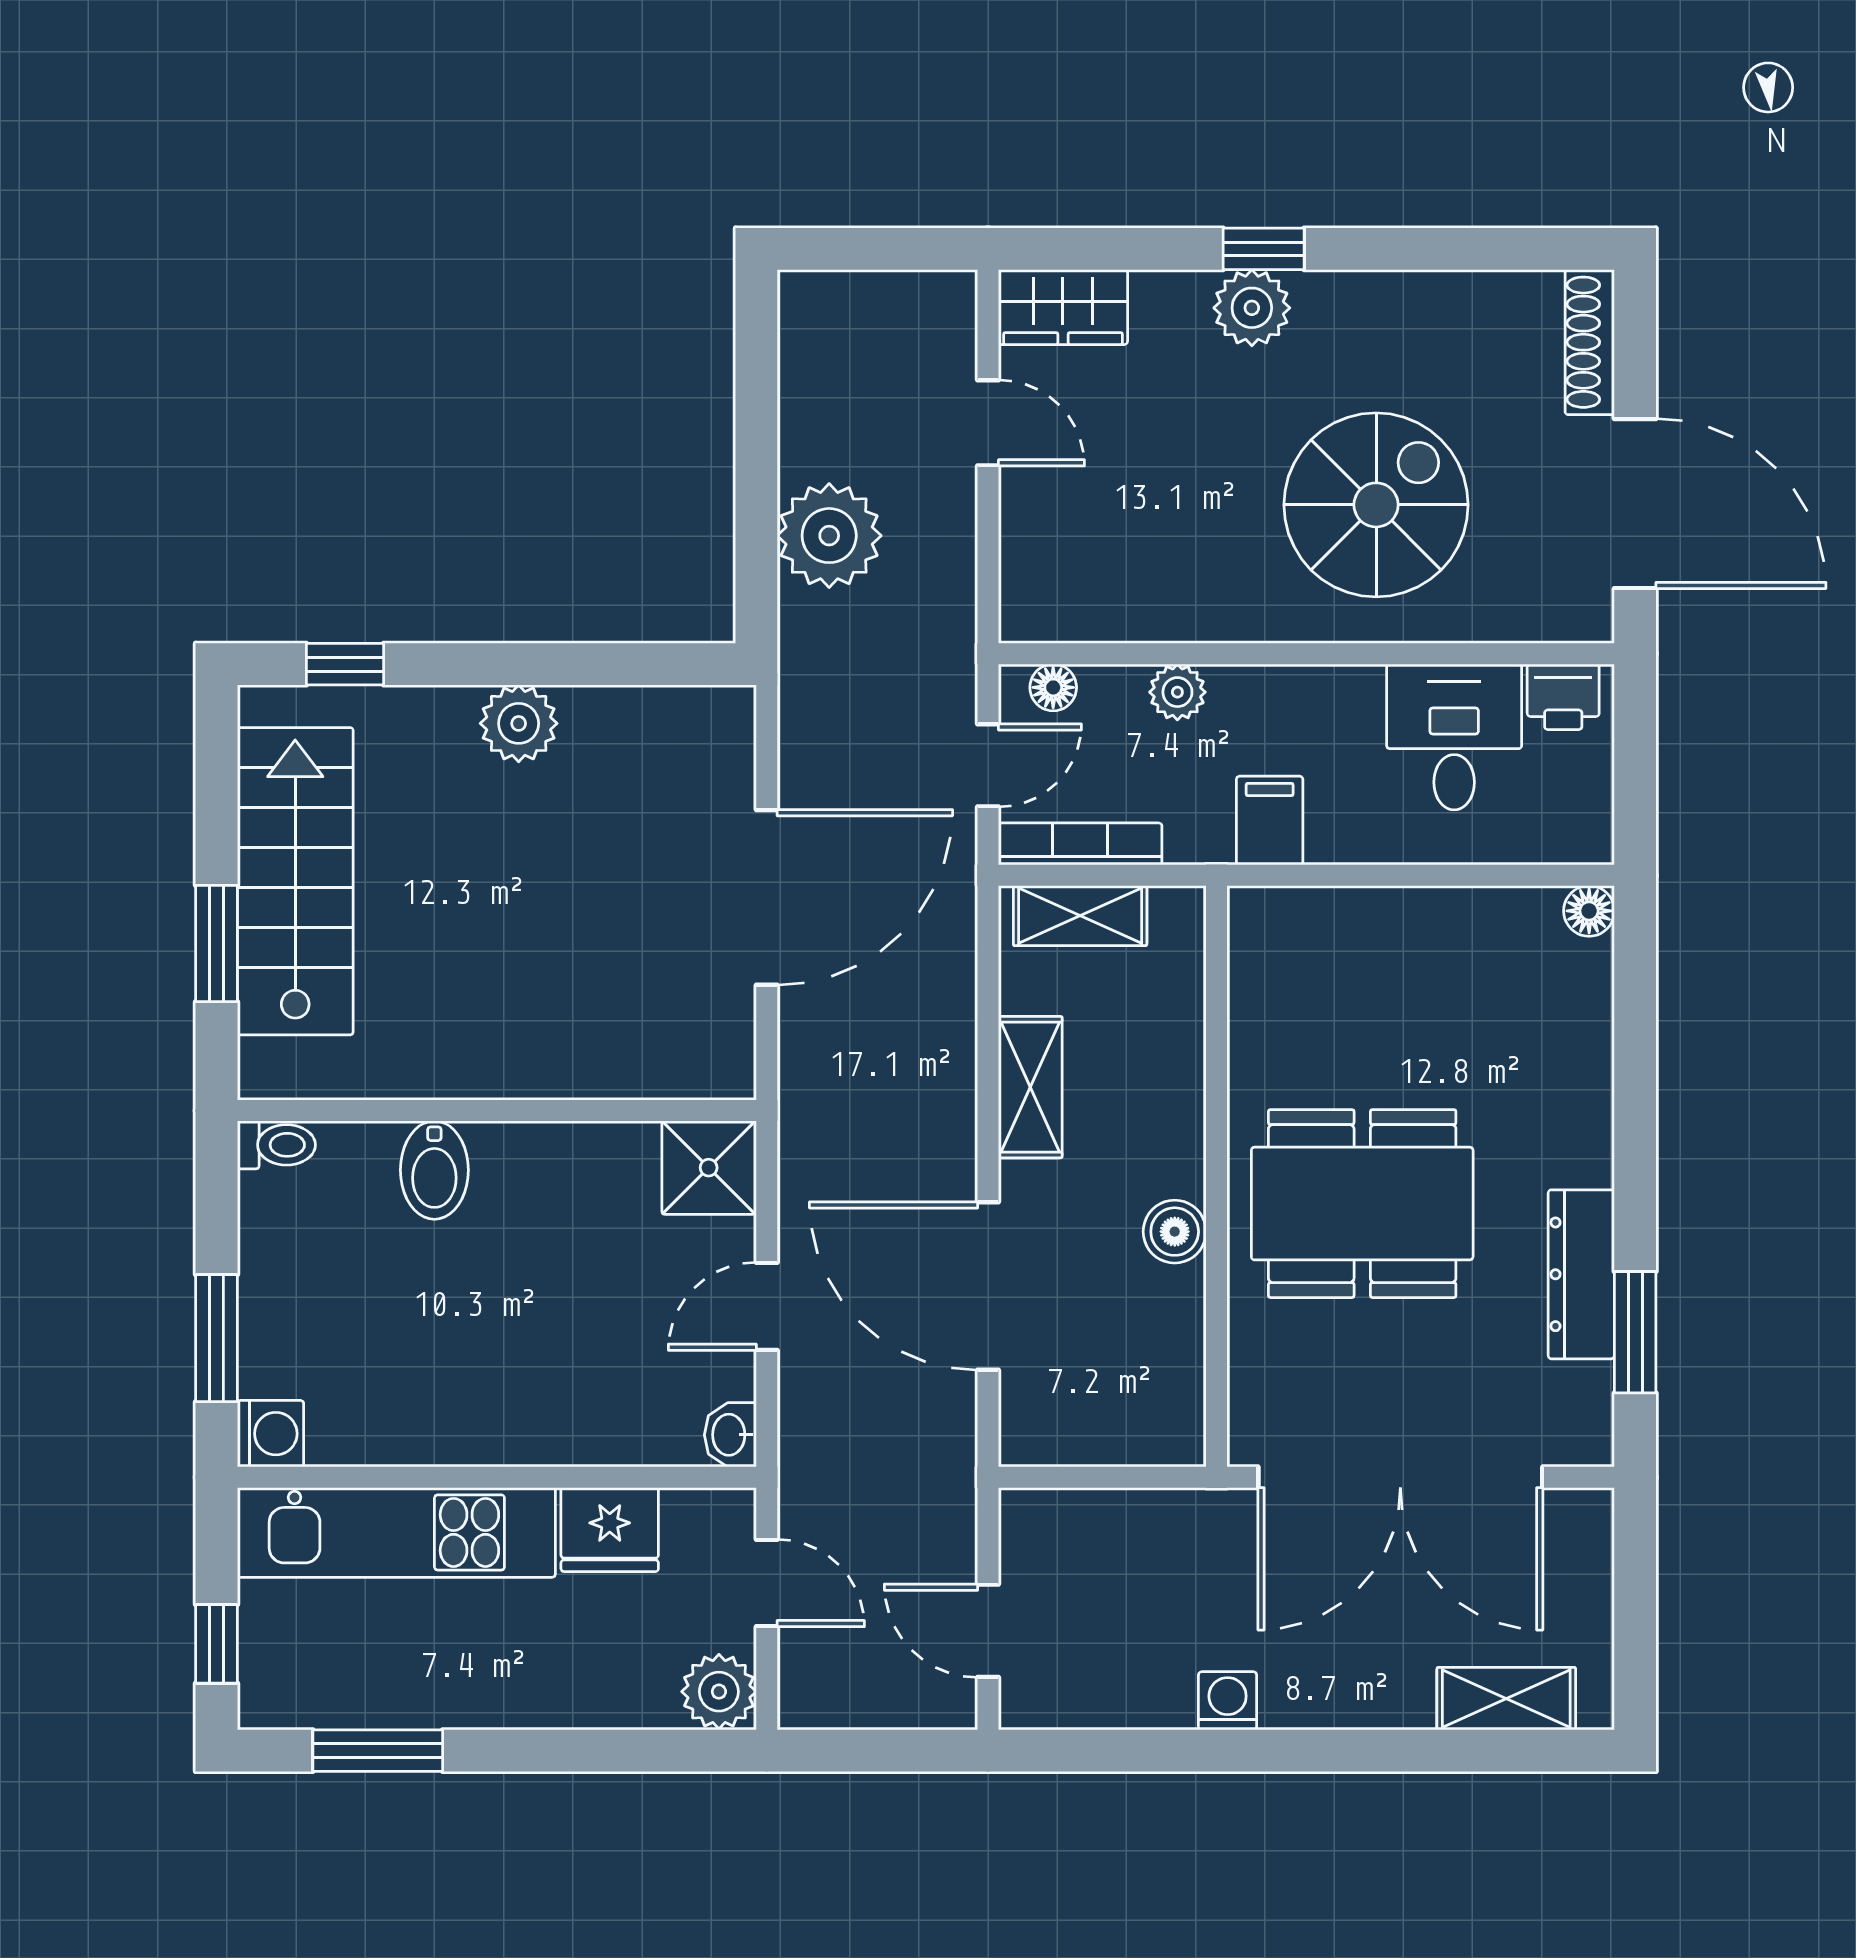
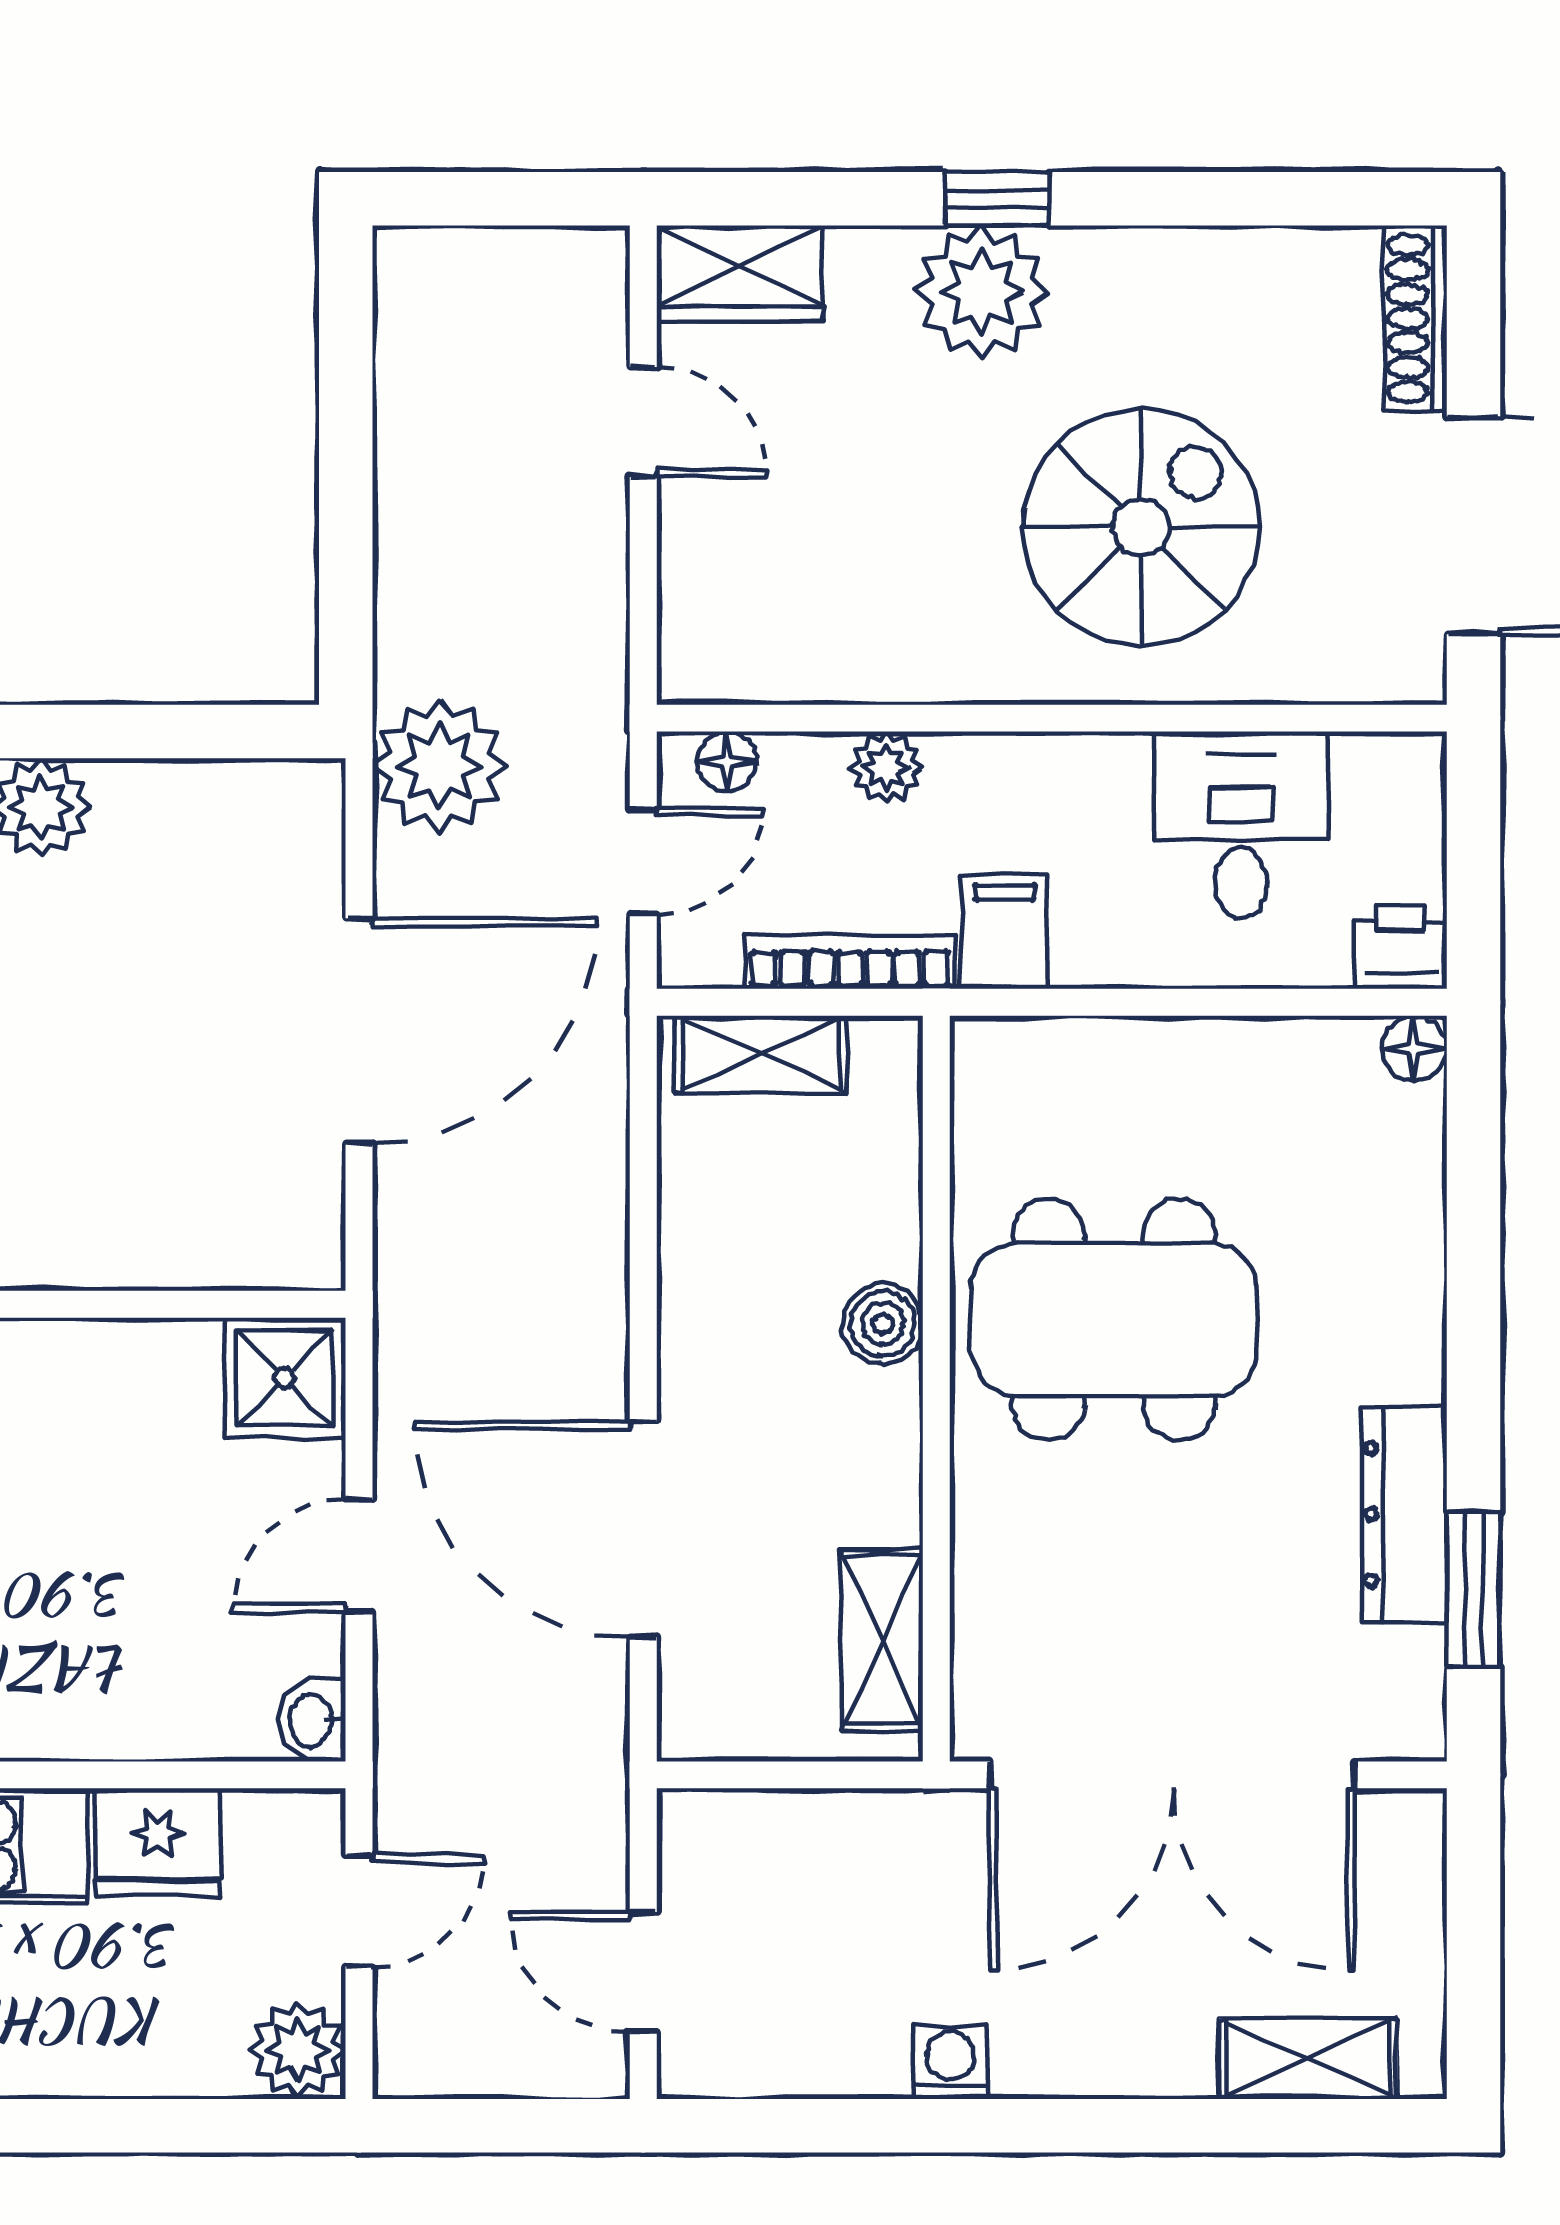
plant: (1252, 308) -> (982, 292), width x1.36, depth x1.36
plant: (829, 536) -> (439, 766), moved
printer: (1563, 697) -> (1401, 947), moved, turned 180
bookcase: (1080, 844) -> (850, 962), moved
shelving: (1030, 1087) -> (882, 1640), moved
dining table: (1362, 1204) -> (1114, 1320), moved
boiler: (1175, 1232) -> (883, 1324), moved
door: (767, 1583) -> (359, 1911), hinge flipped

